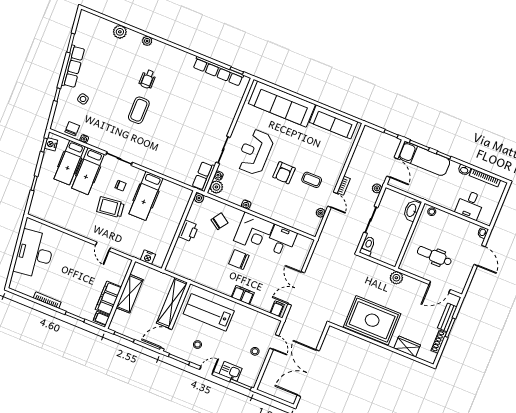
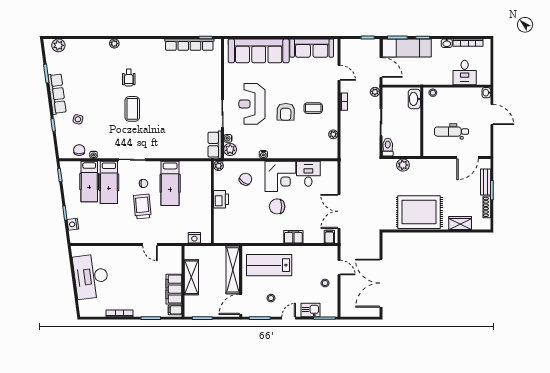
plant: (120, 32) -> (58, 45), moved
nightstand: (51, 144) -> (73, 224), moved
door: (332, 200) -> (339, 73), moved
trolley: (110, 207) -> (142, 207), turned 92
plant: (396, 278) -> (403, 165), moved

